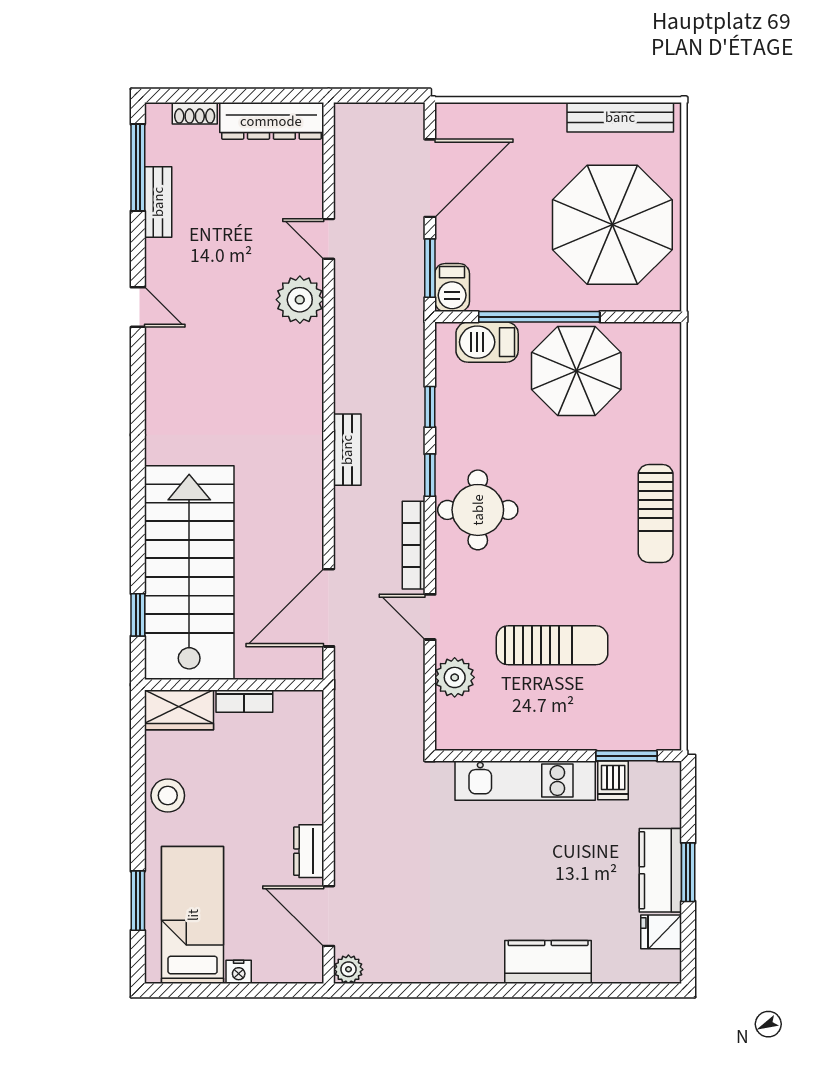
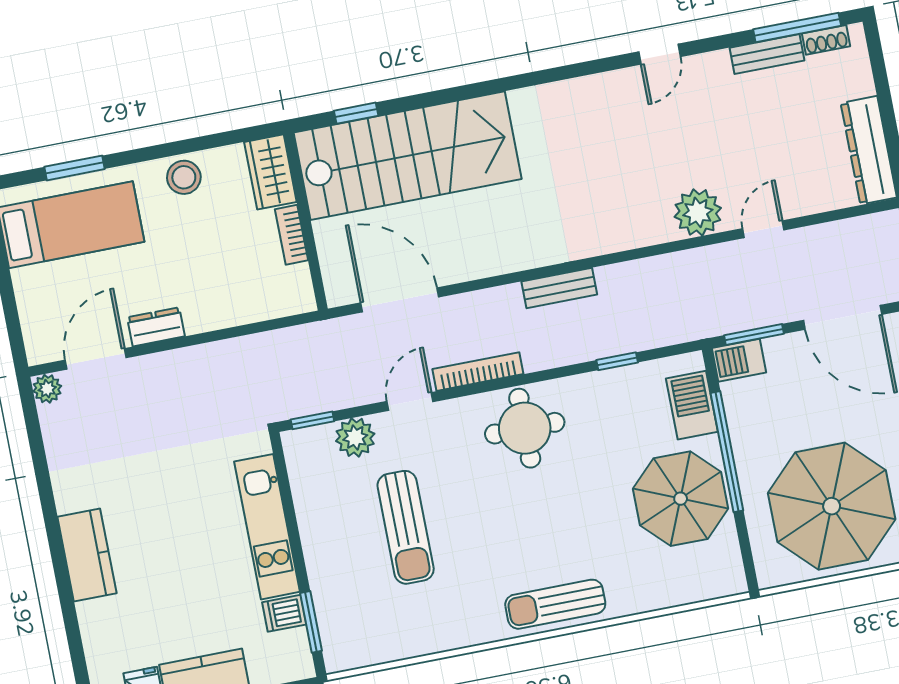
shoe rack: (195, 113) -> (826, 40), moved, turned -90
window: (430, 475) -> (312, 420), moved
kitchen counter: (548, 962) -> (87, 555), moved
nightstand: (239, 972) -> (24, 281), removed

